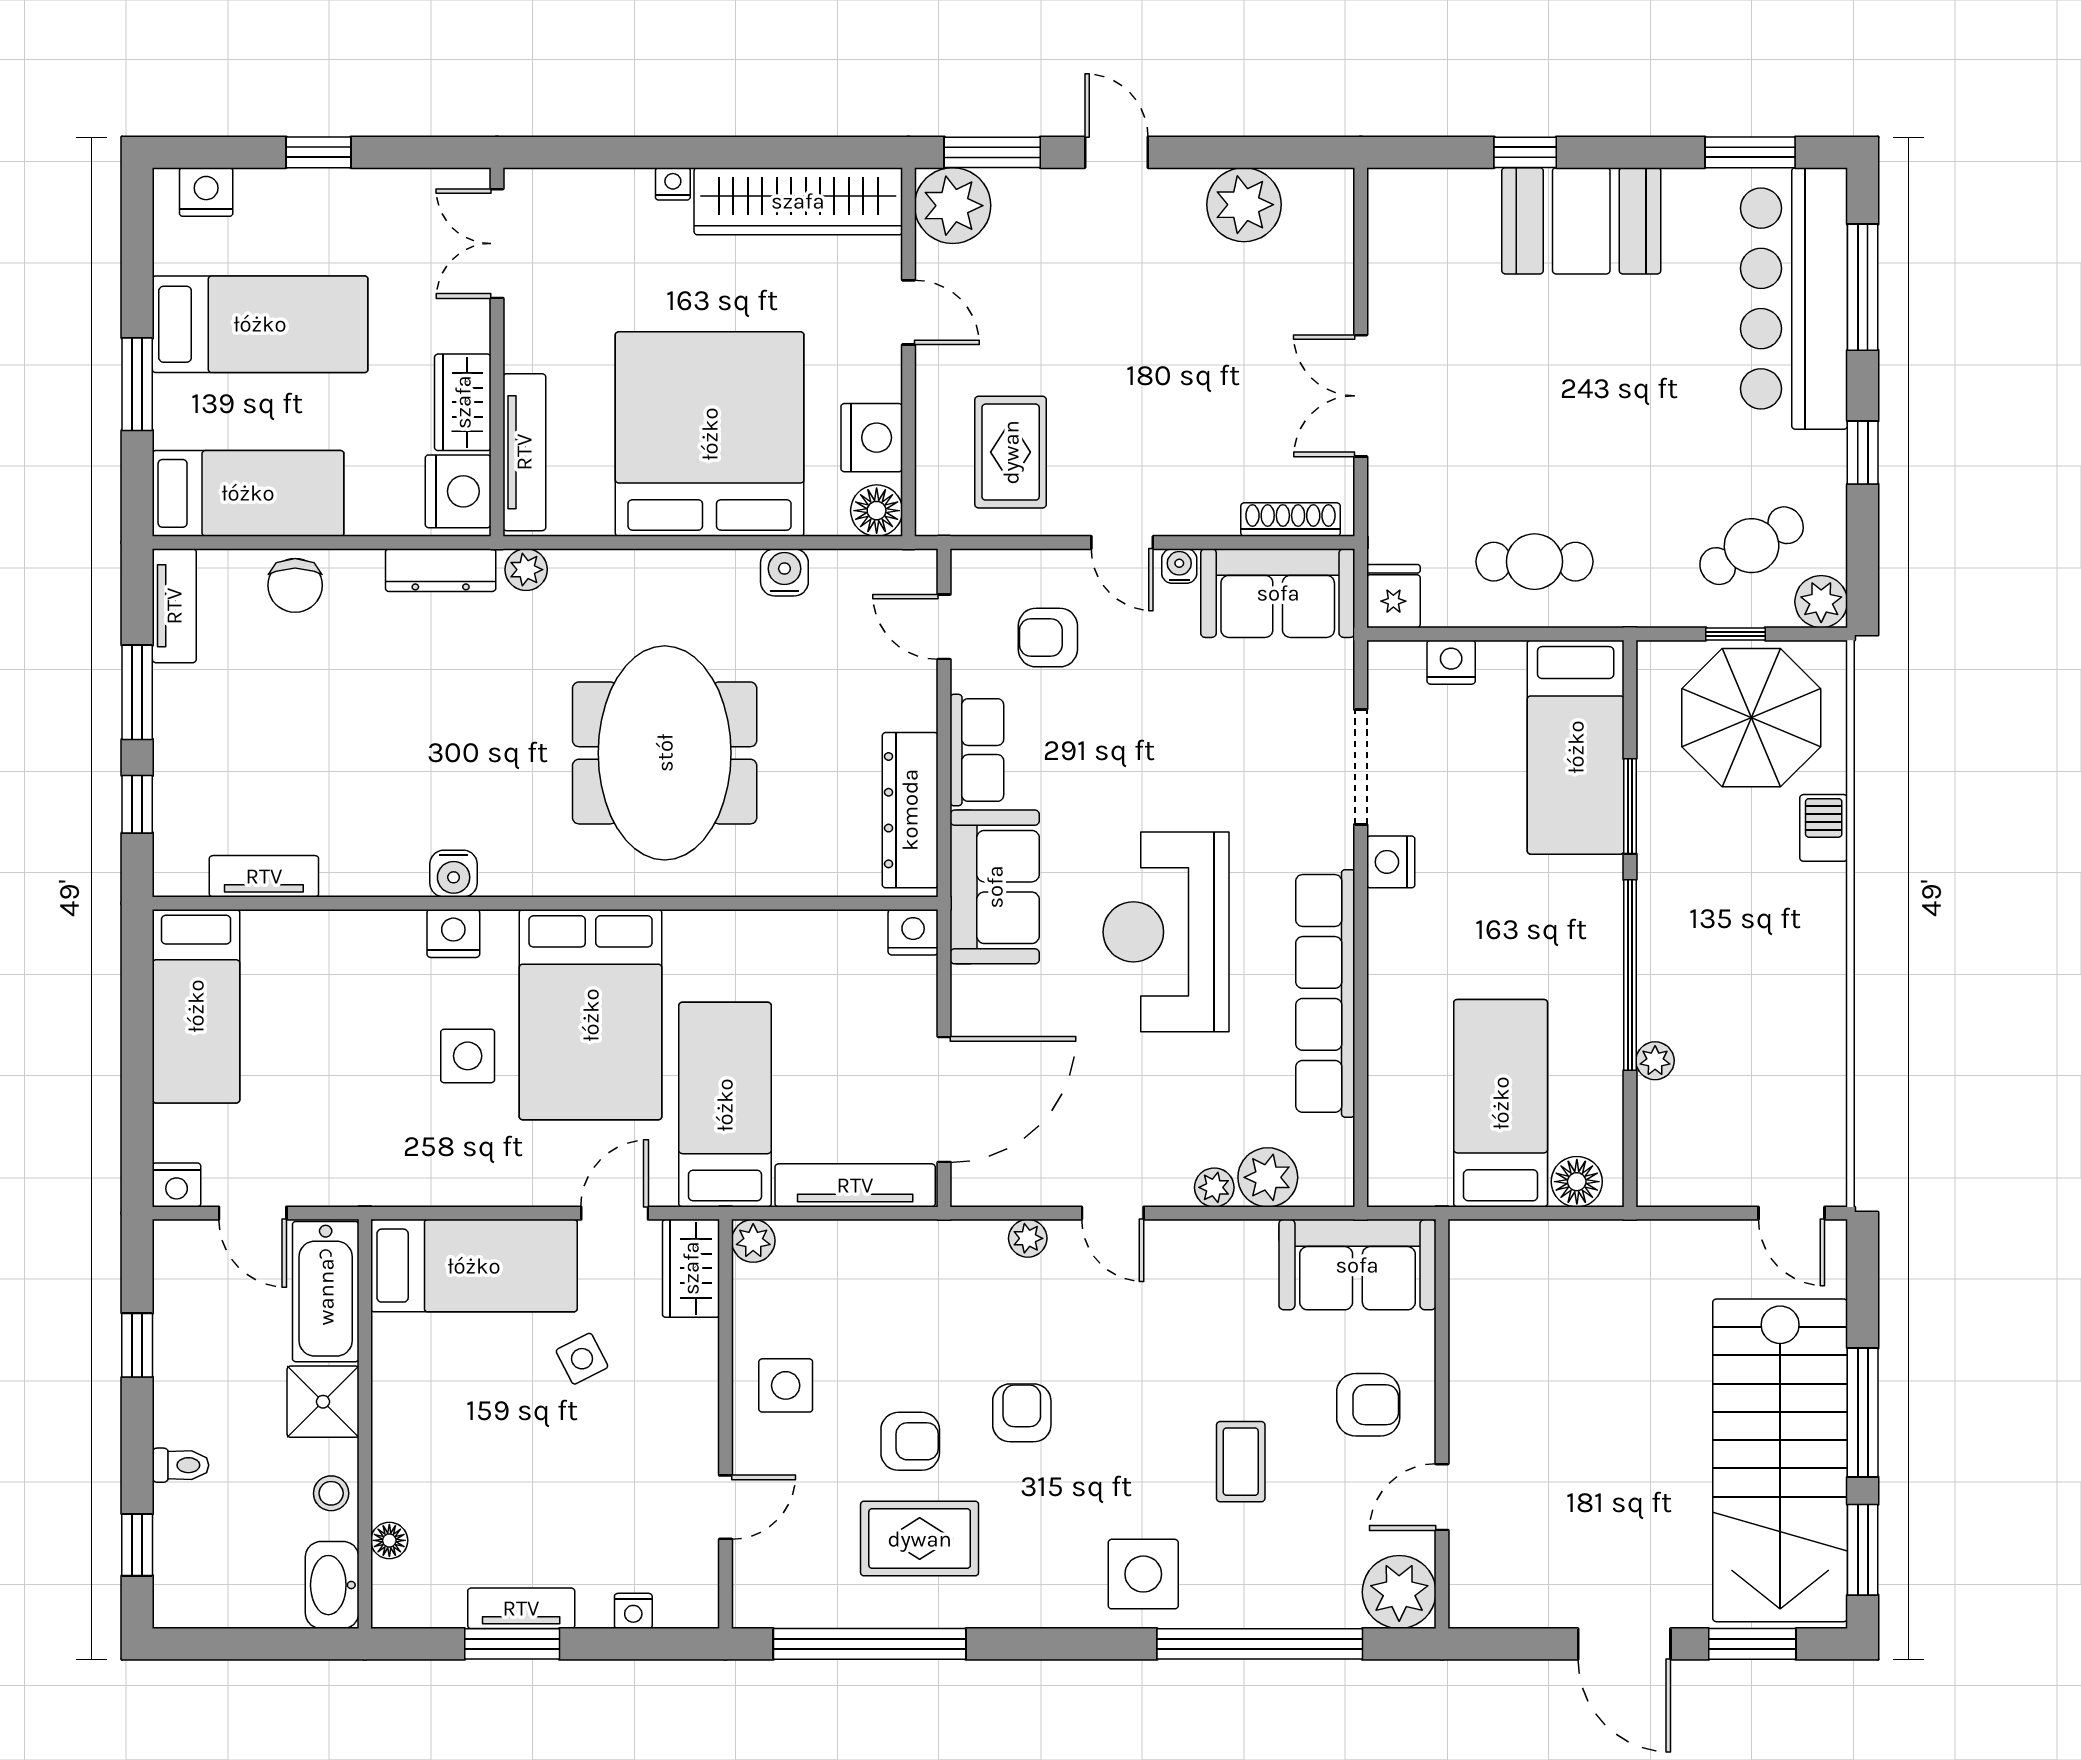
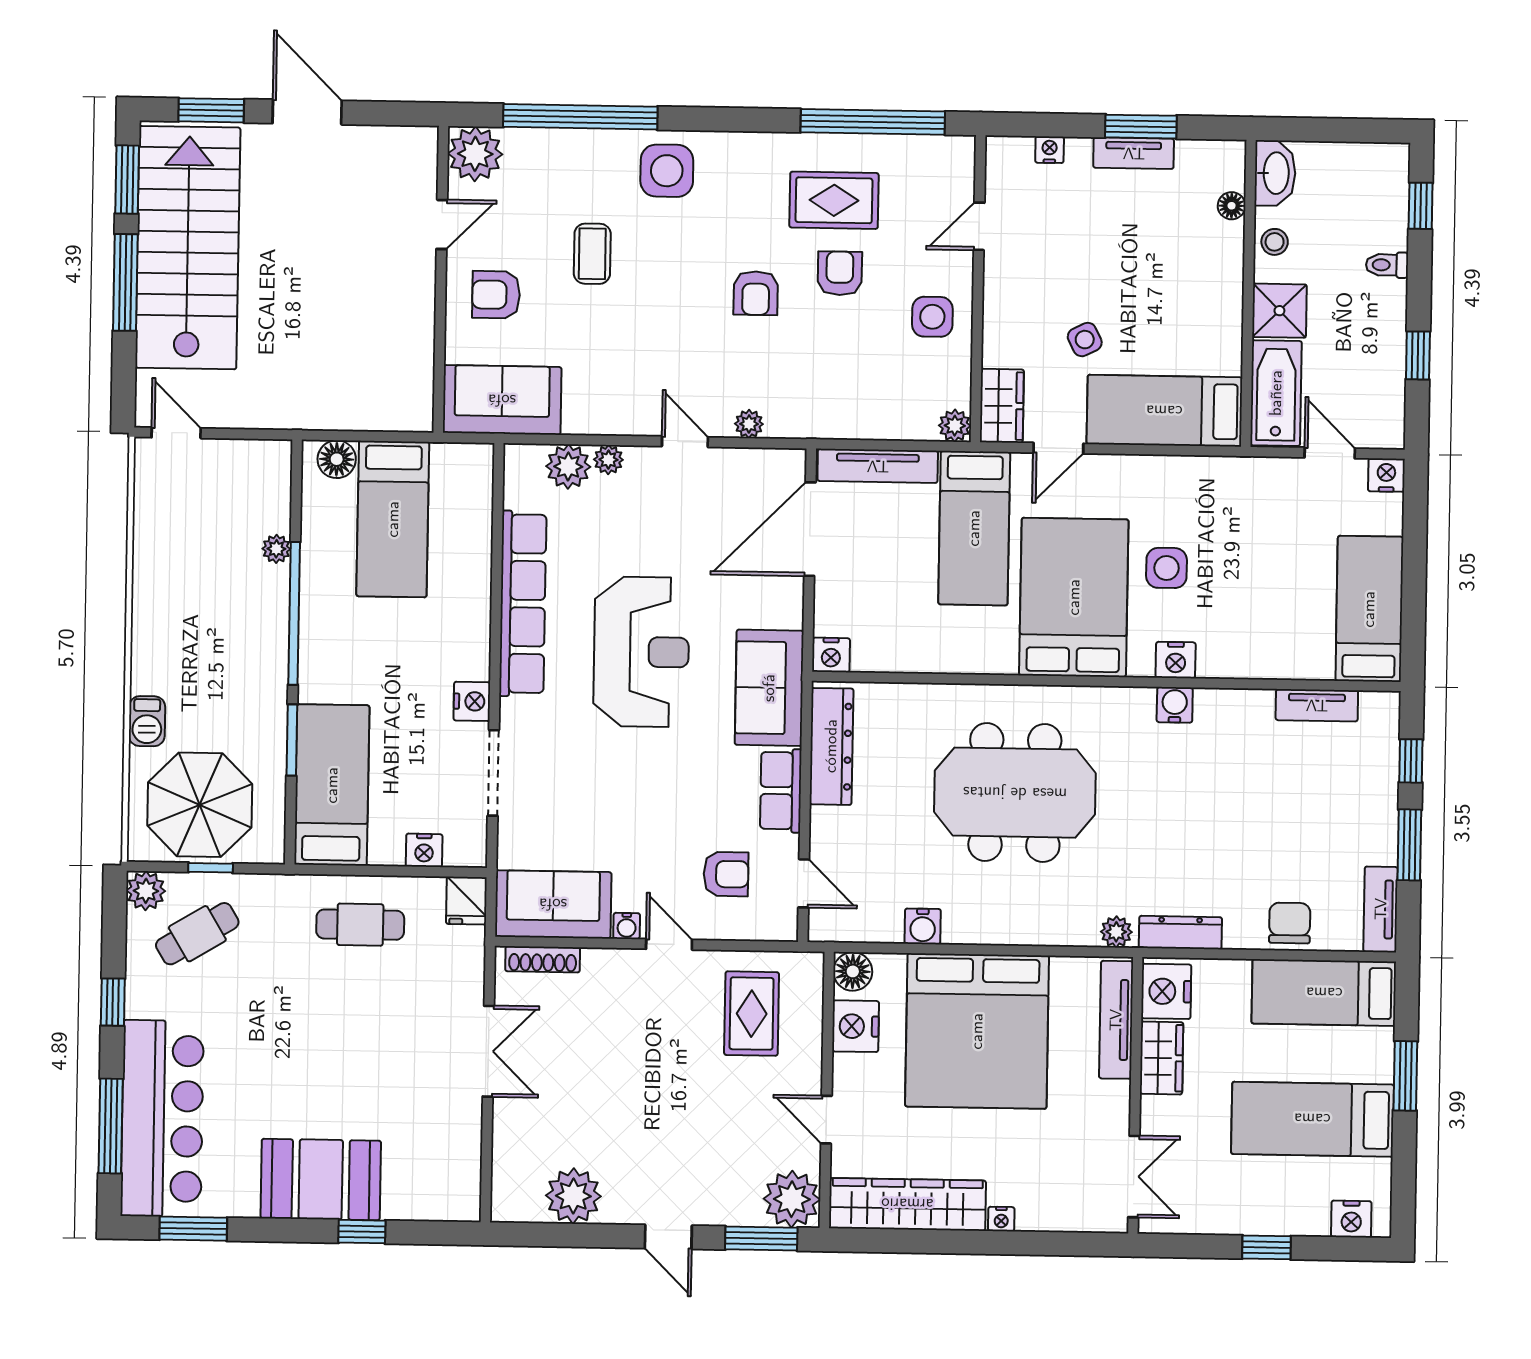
meeting table: (665, 753) -> (1015, 793), turned 90
armchair: (910, 1441) -> (840, 273), turned 90

